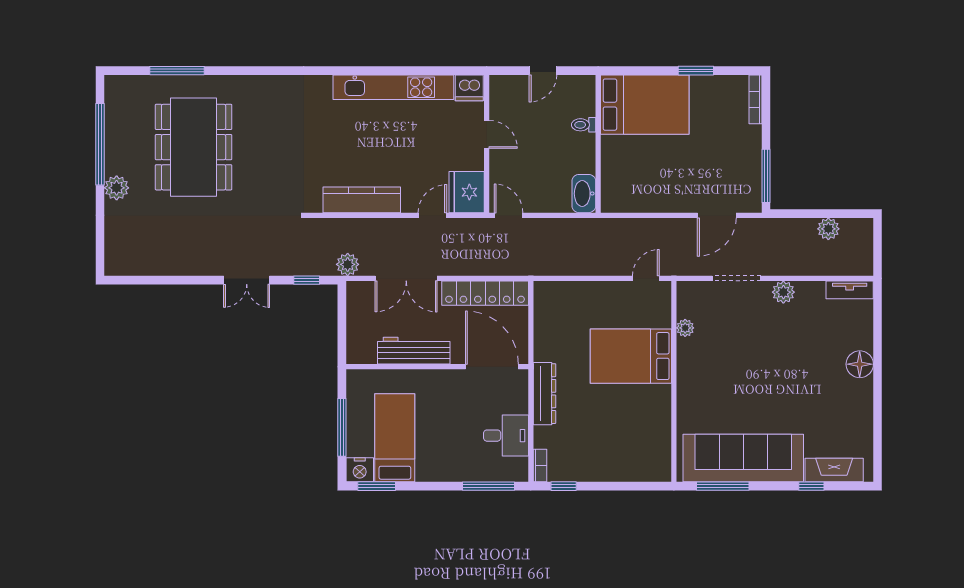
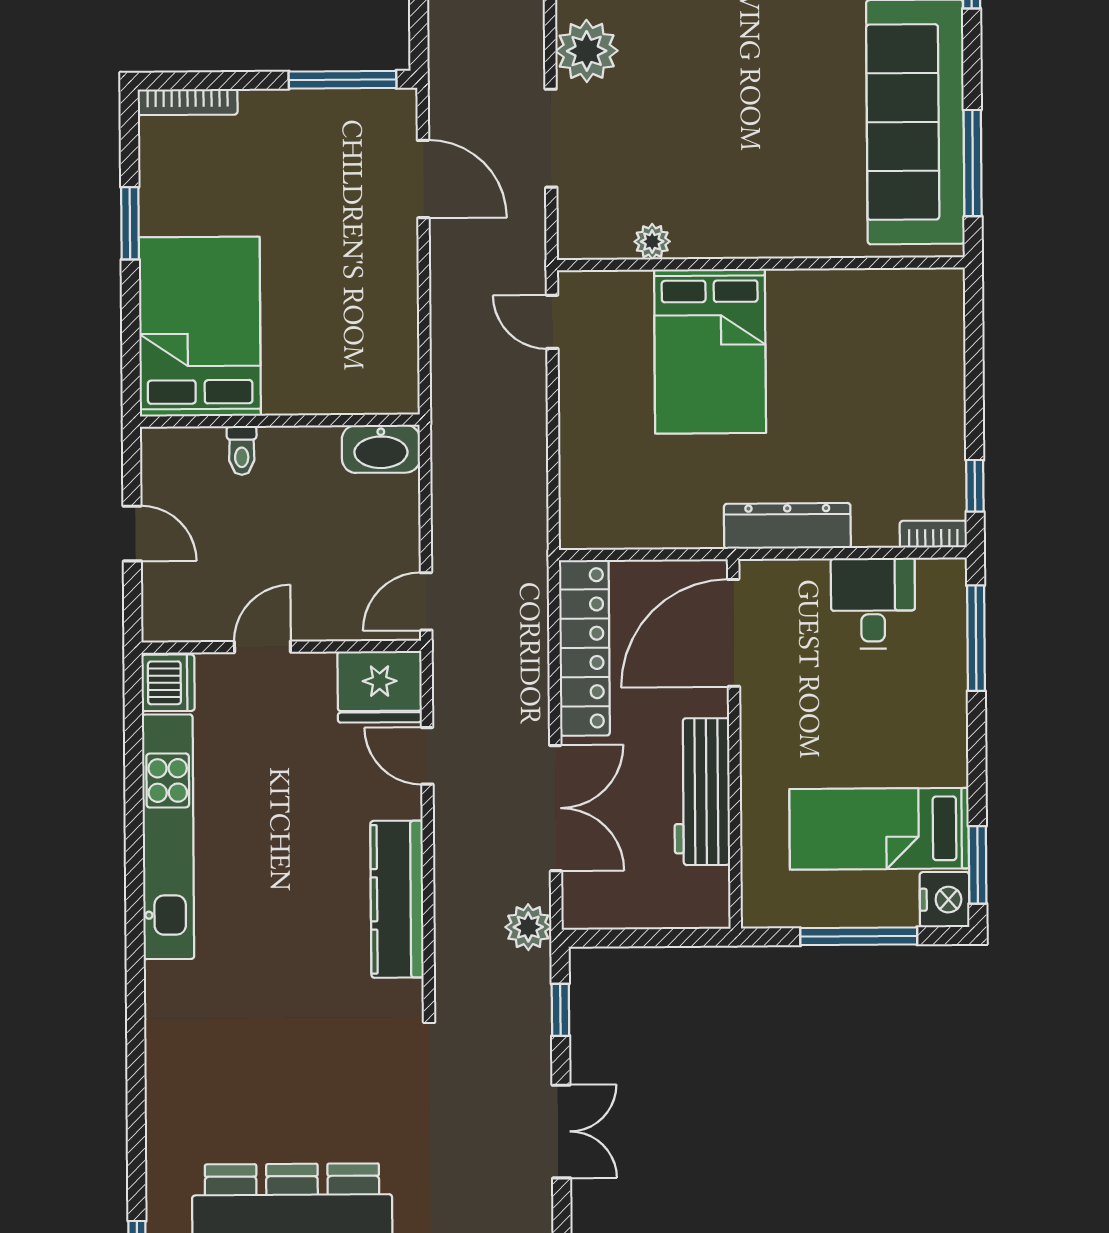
plant: (783, 292) -> (587, 51), width x1.36, depth x1.36

